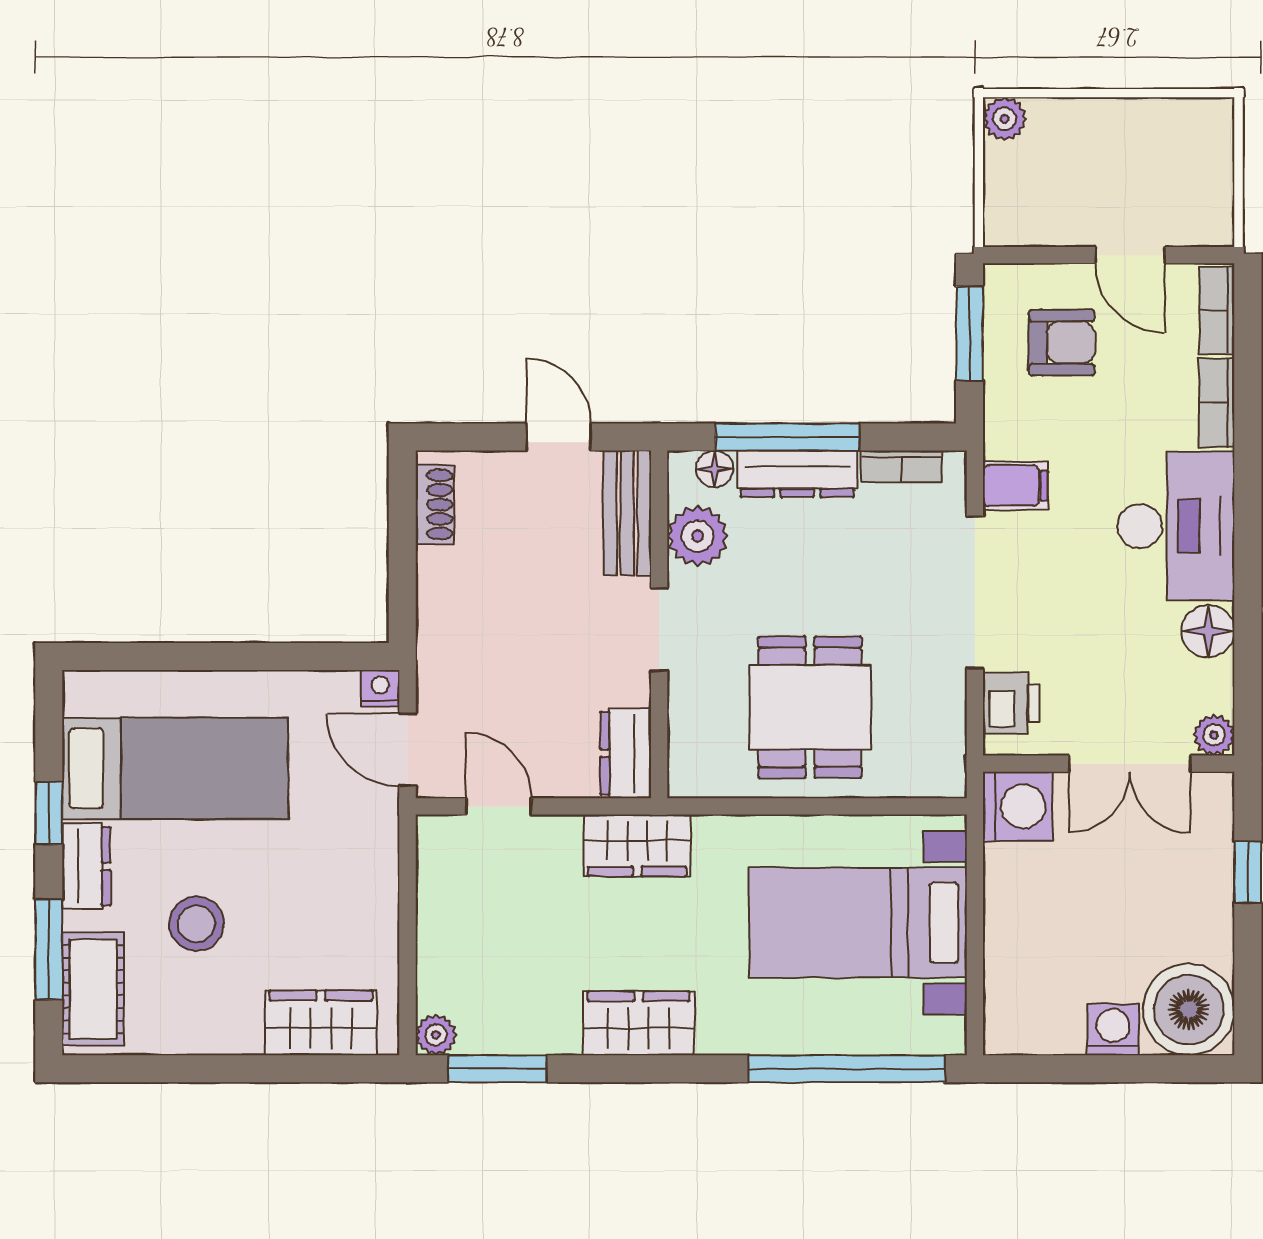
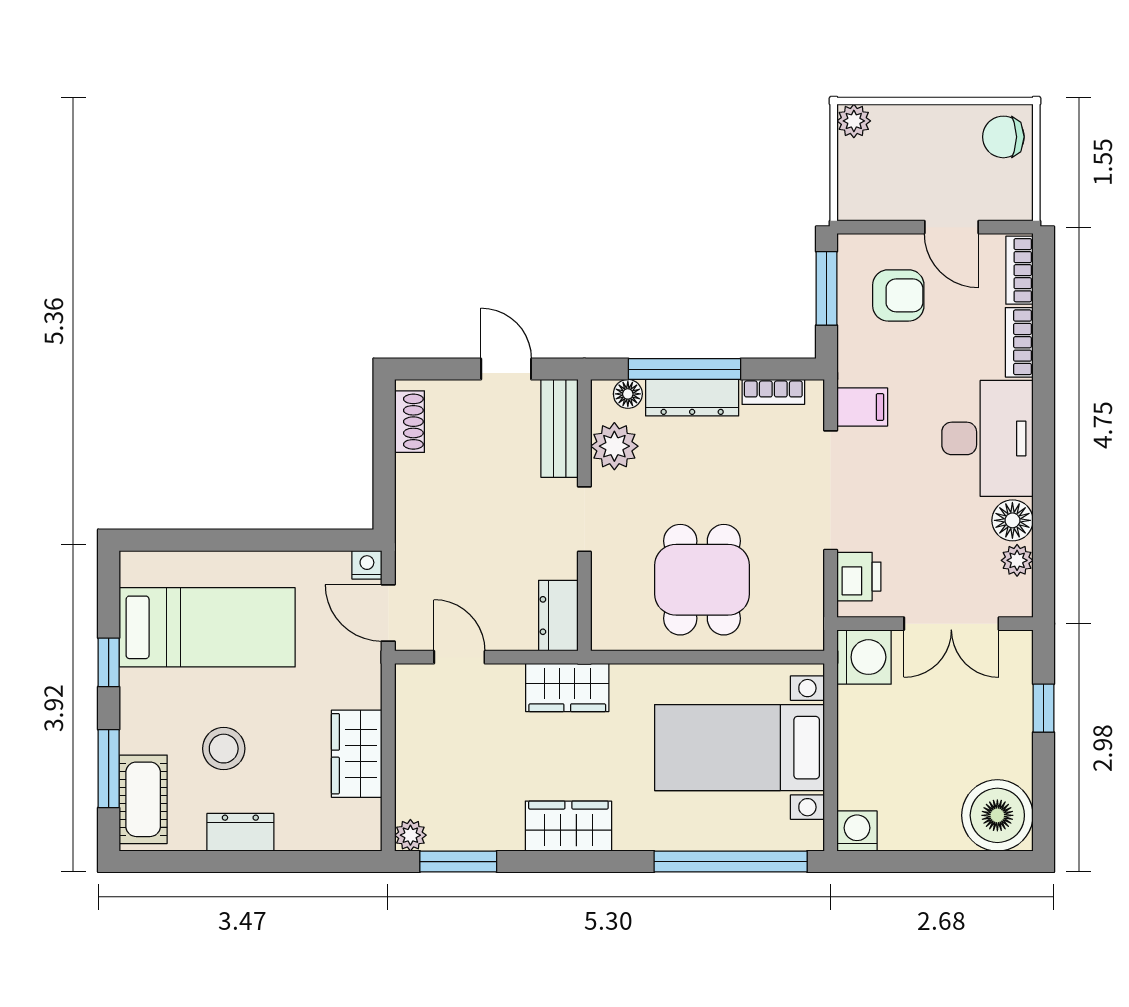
chair: (1196, 139) -> (1003, 137), added
plant: (1214, 735) -> (1017, 560), moved
dresser: (86, 866) -> (240, 832), moved, turned -90
wardrobe: (321, 1023) -> (357, 754), moved, turned -90
washing machine: (1113, 1030) -> (857, 831), moved

